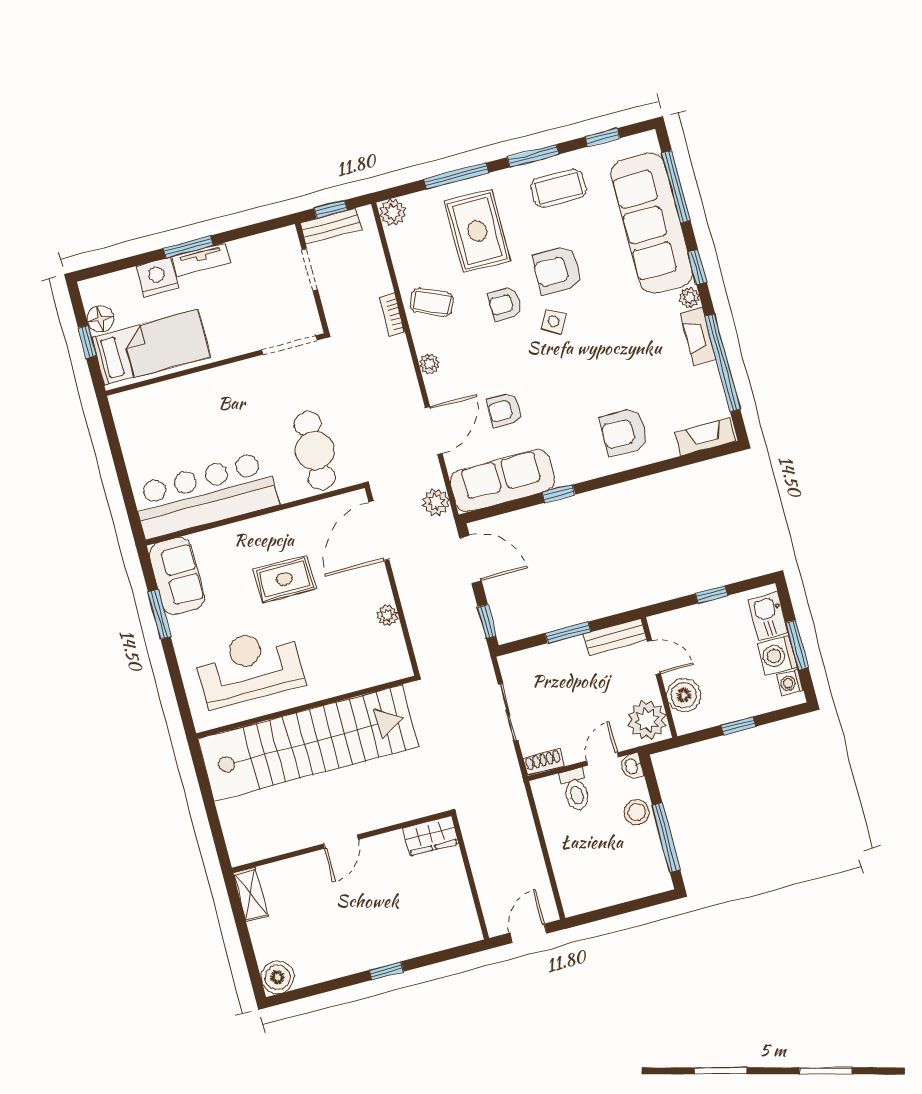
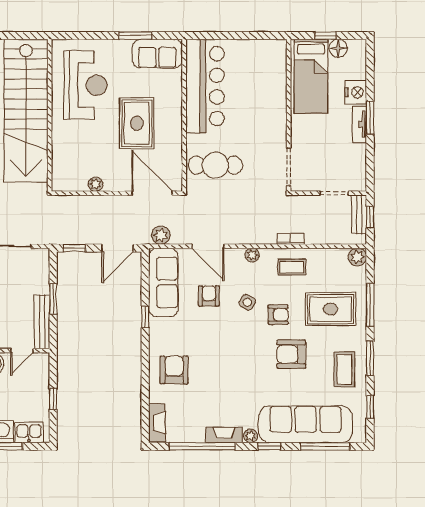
armchair: (557, 270) -> (291, 354), turned -90
coffee table: (432, 302) -> (292, 267), turned 66
armchair: (505, 304) -> (278, 315), turned 90
side table: (554, 321) -> (247, 302), moved
rug: (284, 579) -> (137, 123), width x1.36, depth x1.43
bench: (615, 637) -> (42, 322), width x1.36

